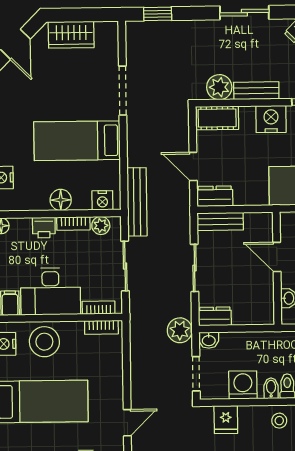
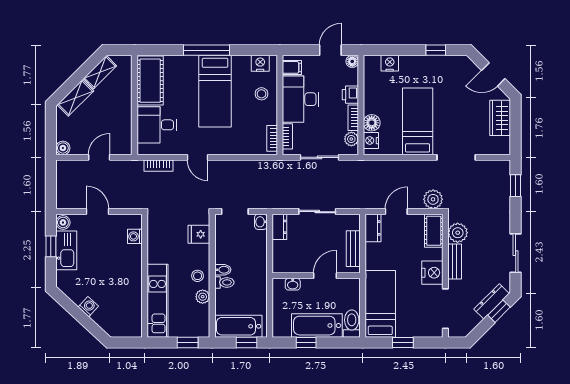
floor lamp: (61, 200) -> (372, 123), moved
bench: (137, 202) -> (369, 167), removed
bench: (220, 221) -> (353, 249), moved
plant: (180, 330) -> (433, 199), moved
stool: (44, 342) -> (262, 94), width x0.53, depth x0.53
washing machine: (243, 385) -> (226, 248), removed

